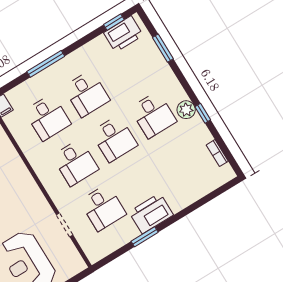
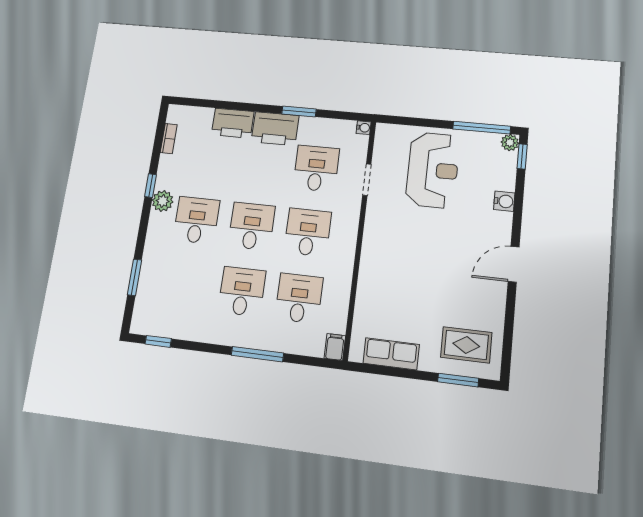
printer: (123, 34) -> (233, 123), moved, turned 180
water cooler: (94, 258) -> (364, 128), added

